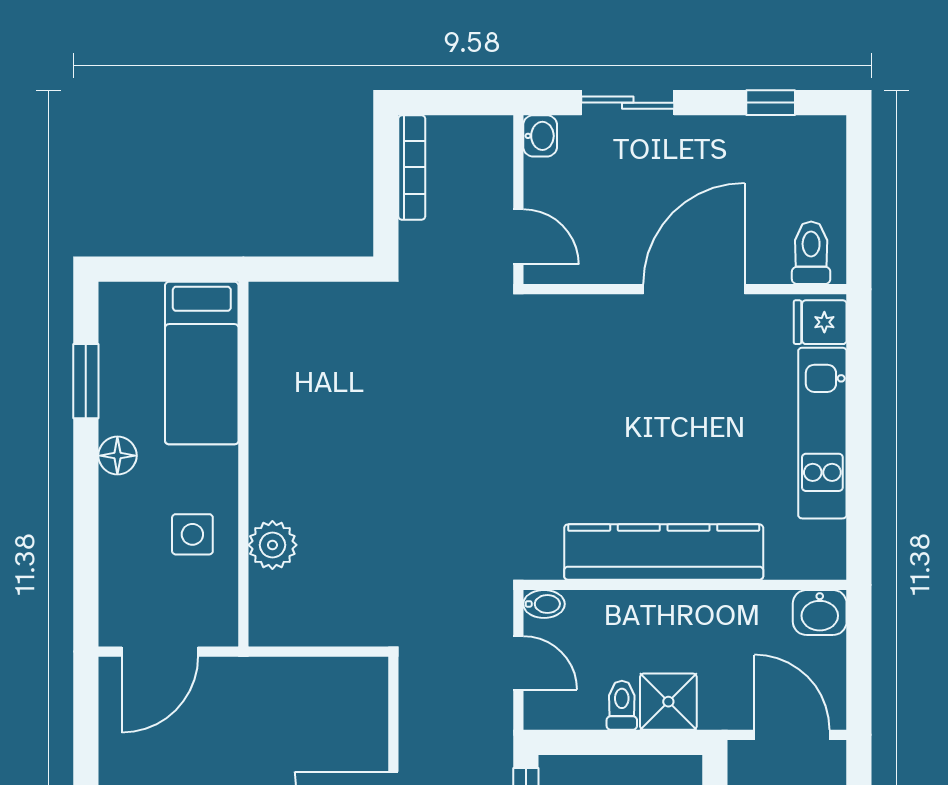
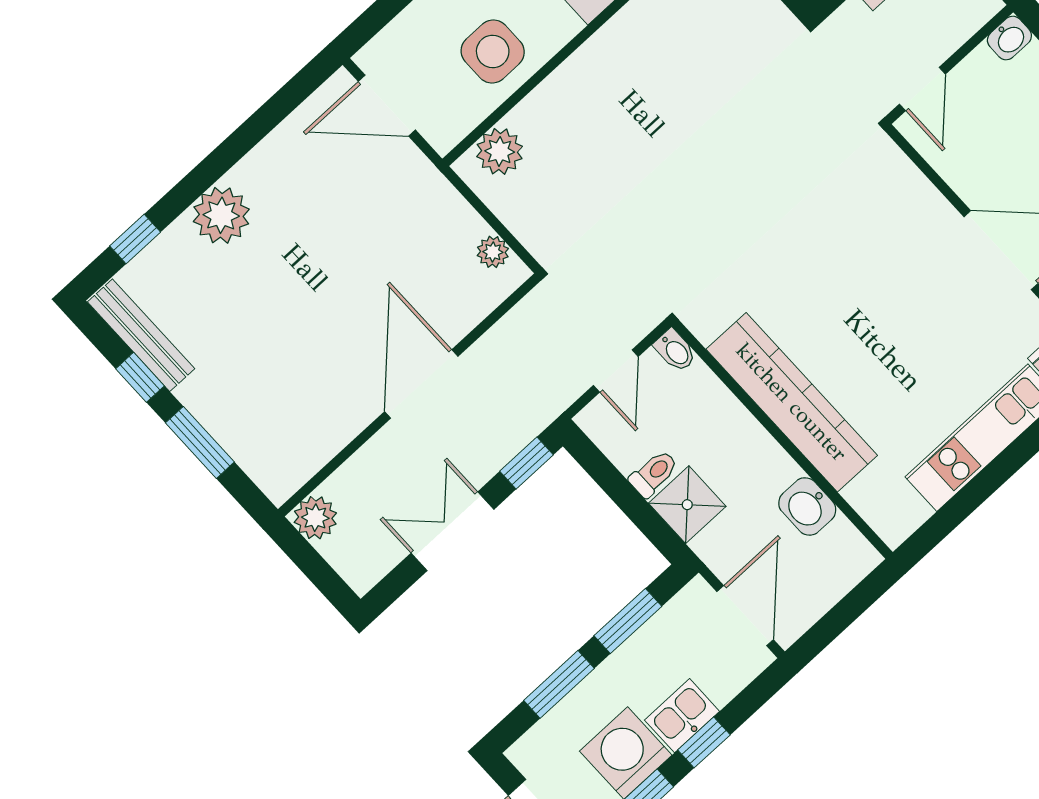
side table: (192, 534) -> (493, 52), width x1.37, depth x1.37
plant: (272, 545) -> (500, 151), moved
washbasin: (820, 613) -> (807, 506), moved
plant: (344, 673) -> (493, 252), added

